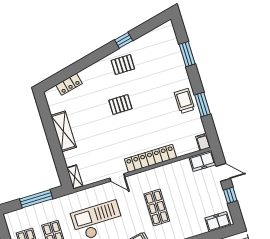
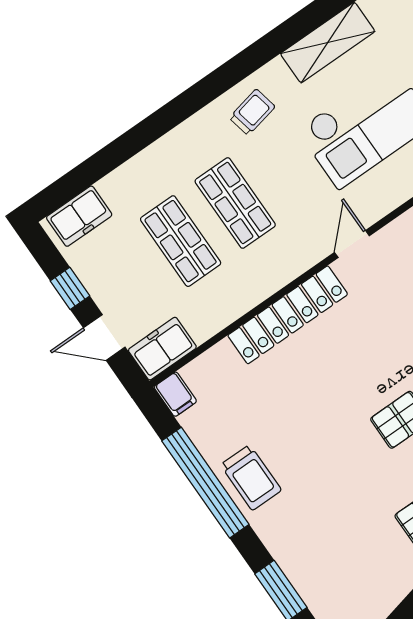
window: (202, 105) -> (205, 483), width x2.11
door: (117, 177) -> (352, 244), hinge flipped
shop shelf: (182, 200) -> (181, 241), added

